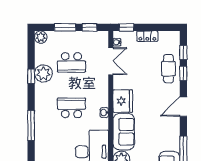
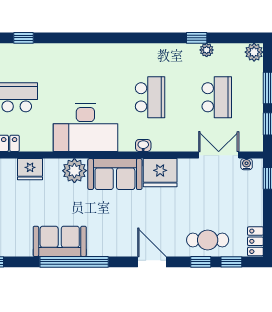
locker: (147, 36) -> (255, 241), moved
double door: (111, 61) -> (219, 155), swing flipped
school desk: (71, 62) -> (217, 97), turned 180
plant: (43, 74) -> (207, 50), width x0.53, depth x0.53
window: (31, 125) -> (124, 38), removed

